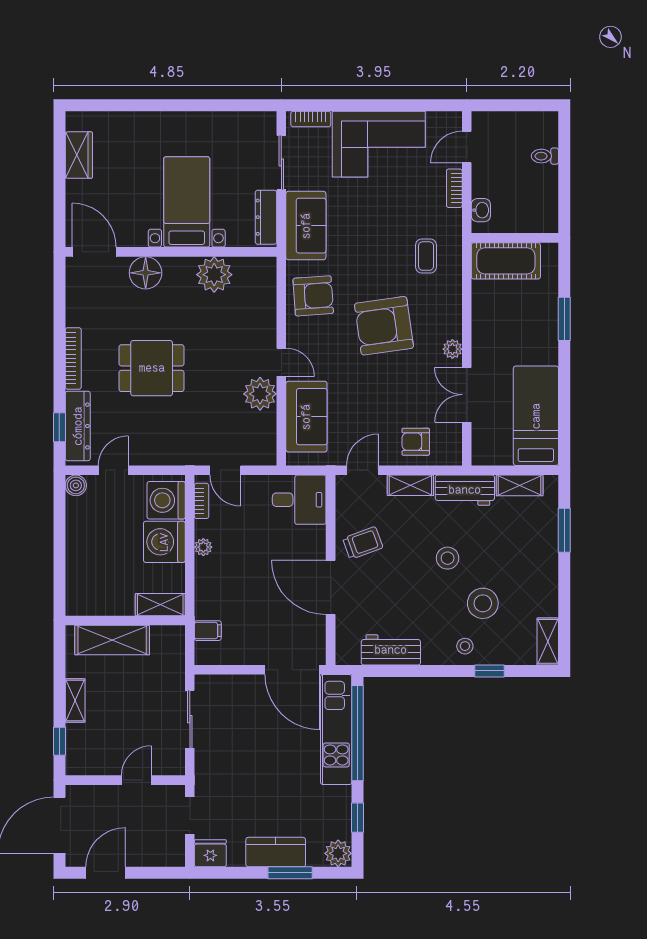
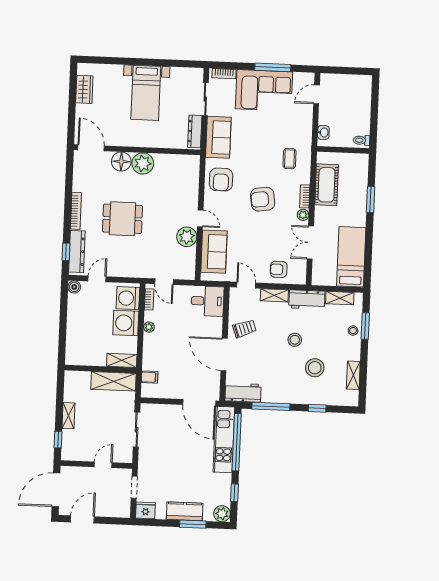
window: (392, 105) -> (273, 67), added
toilet: (545, 156) -> (361, 140), moved
bookcase: (454, 188) -> (305, 196), moved
bed with nightstands: (187, 202) -> (146, 93), moved, turned 180
cot: (506, 261) -> (327, 185), moved, turned 90
plant: (214, 275) -> (143, 163), moved
armchair: (313, 296) -> (221, 180), turned 94
armchair: (384, 326) -> (263, 199), width x0.73, depth x0.73
door: (363, 470) -> (246, 285), hinge flipped
shelving: (112, 640) -> (113, 381), moved
shelving: (548, 641) -> (353, 375), moved
stool: (465, 646) -> (353, 331), moved
workbench: (391, 650) -> (243, 393), moved
window: (412, 671) -> (271, 406), added

